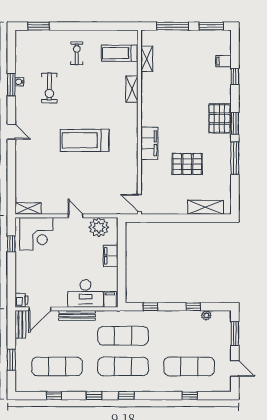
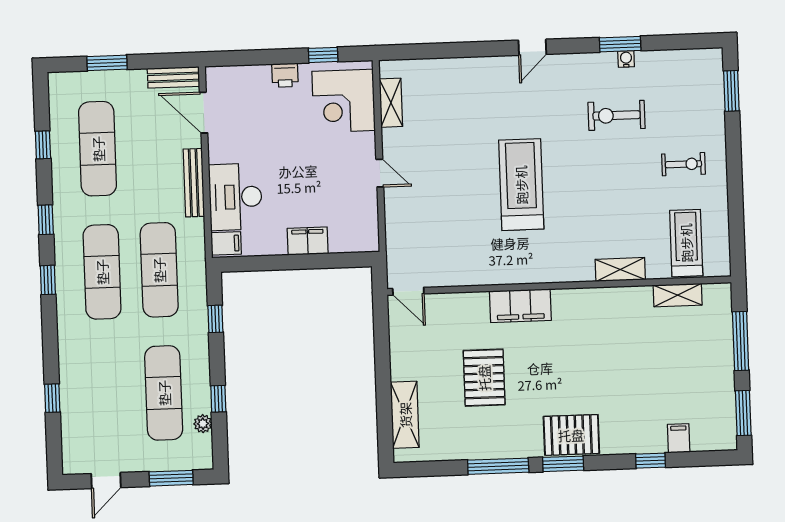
door: (139, 203) -> (408, 291), swing flipped
shelving: (28, 209) -> (391, 103), moved
door: (76, 216) -> (380, 173), hinge flipped
plant: (99, 227) -> (360, 217), removed
printer: (21, 300) -> (285, 75), moved
exercise mat: (189, 366) -> (164, 393), moved

